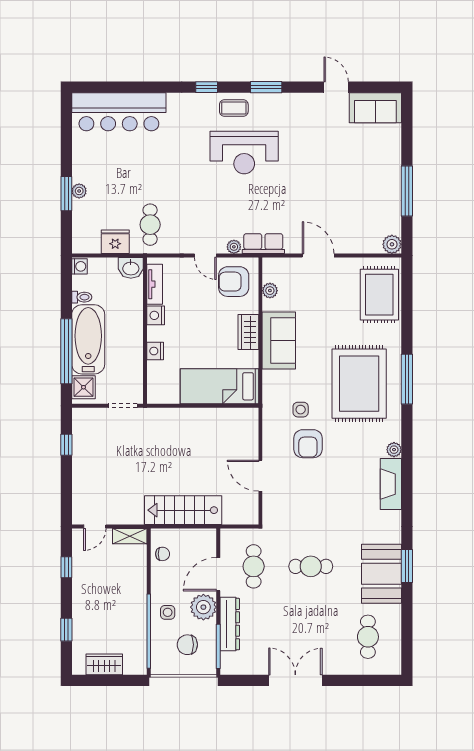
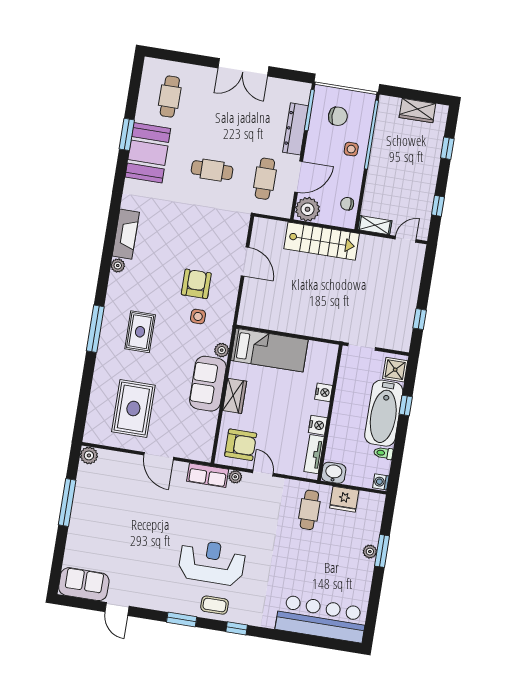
plant: (270, 291) -> (222, 350), moved
rug: (379, 295) -> (133, 409), moved
window: (66, 351) -> (406, 405), width x0.32
rug: (359, 384) -> (140, 332), width x0.54, depth x0.49
window: (407, 566) -> (127, 134), moved
plant: (203, 607) -> (308, 209), moved

